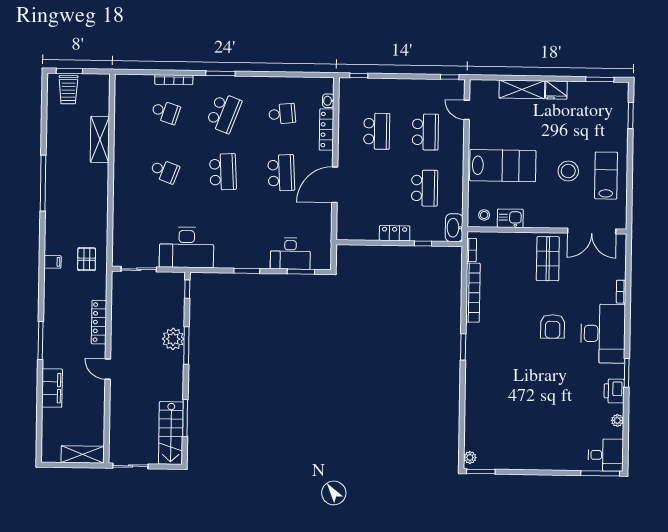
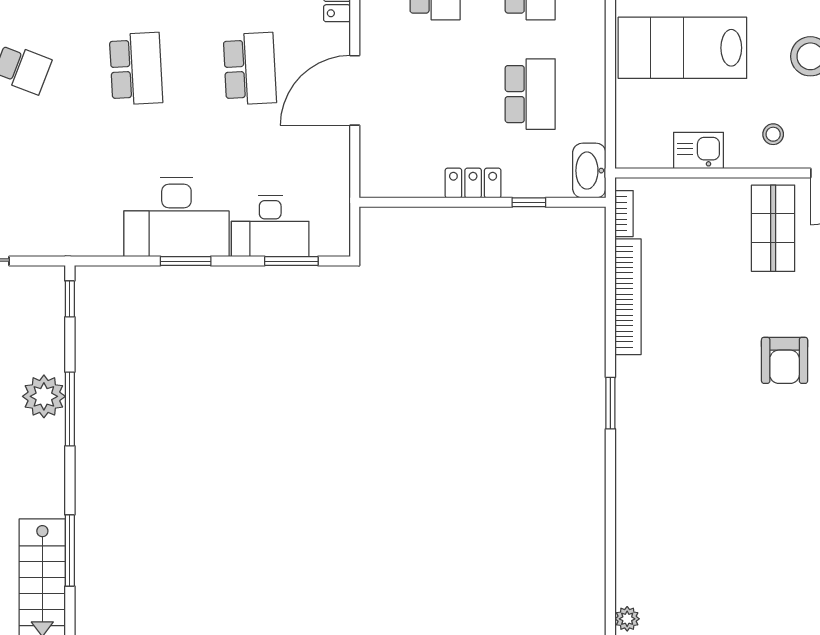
lab bench: (503, 166) -> (682, 48), turned 180
stool: (484, 215) -> (773, 134), moved
desk: (187, 247) -> (176, 217), moved

